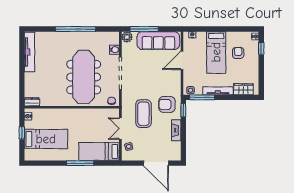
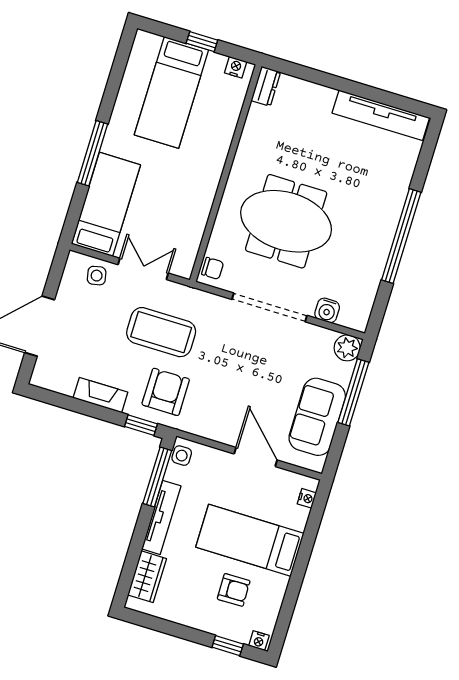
sofa: (158, 41) -> (317, 417), width x0.73
meeting table: (84, 77) -> (286, 221), width x0.73

